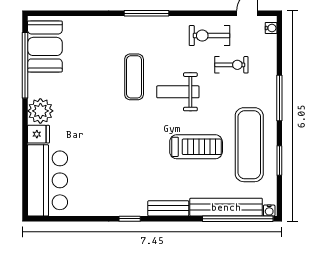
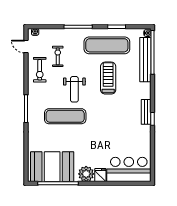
booth: (45, 46) -> (52, 167), width x1.36, depth x1.42
exercise mat: (134, 77) -> (65, 116), width x1.36, depth x1.45
bench: (168, 208) -> (146, 112), moved

